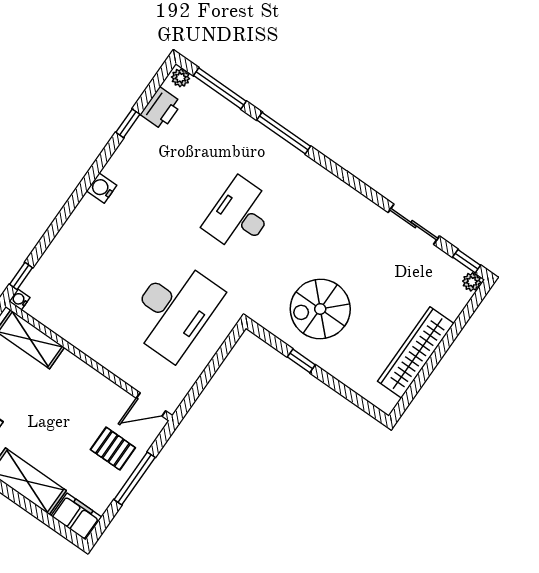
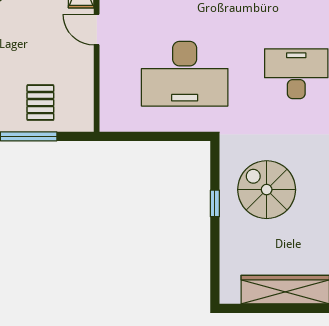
door: (151, 404) -> (97, 30), moved

